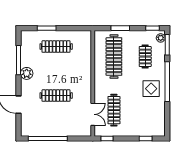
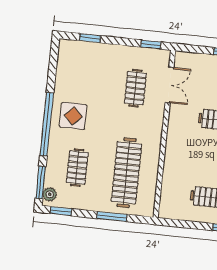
clothes rail: (114, 110) -> (135, 88), width x0.73
double door: (93, 114) -> (169, 85), swing flipped

